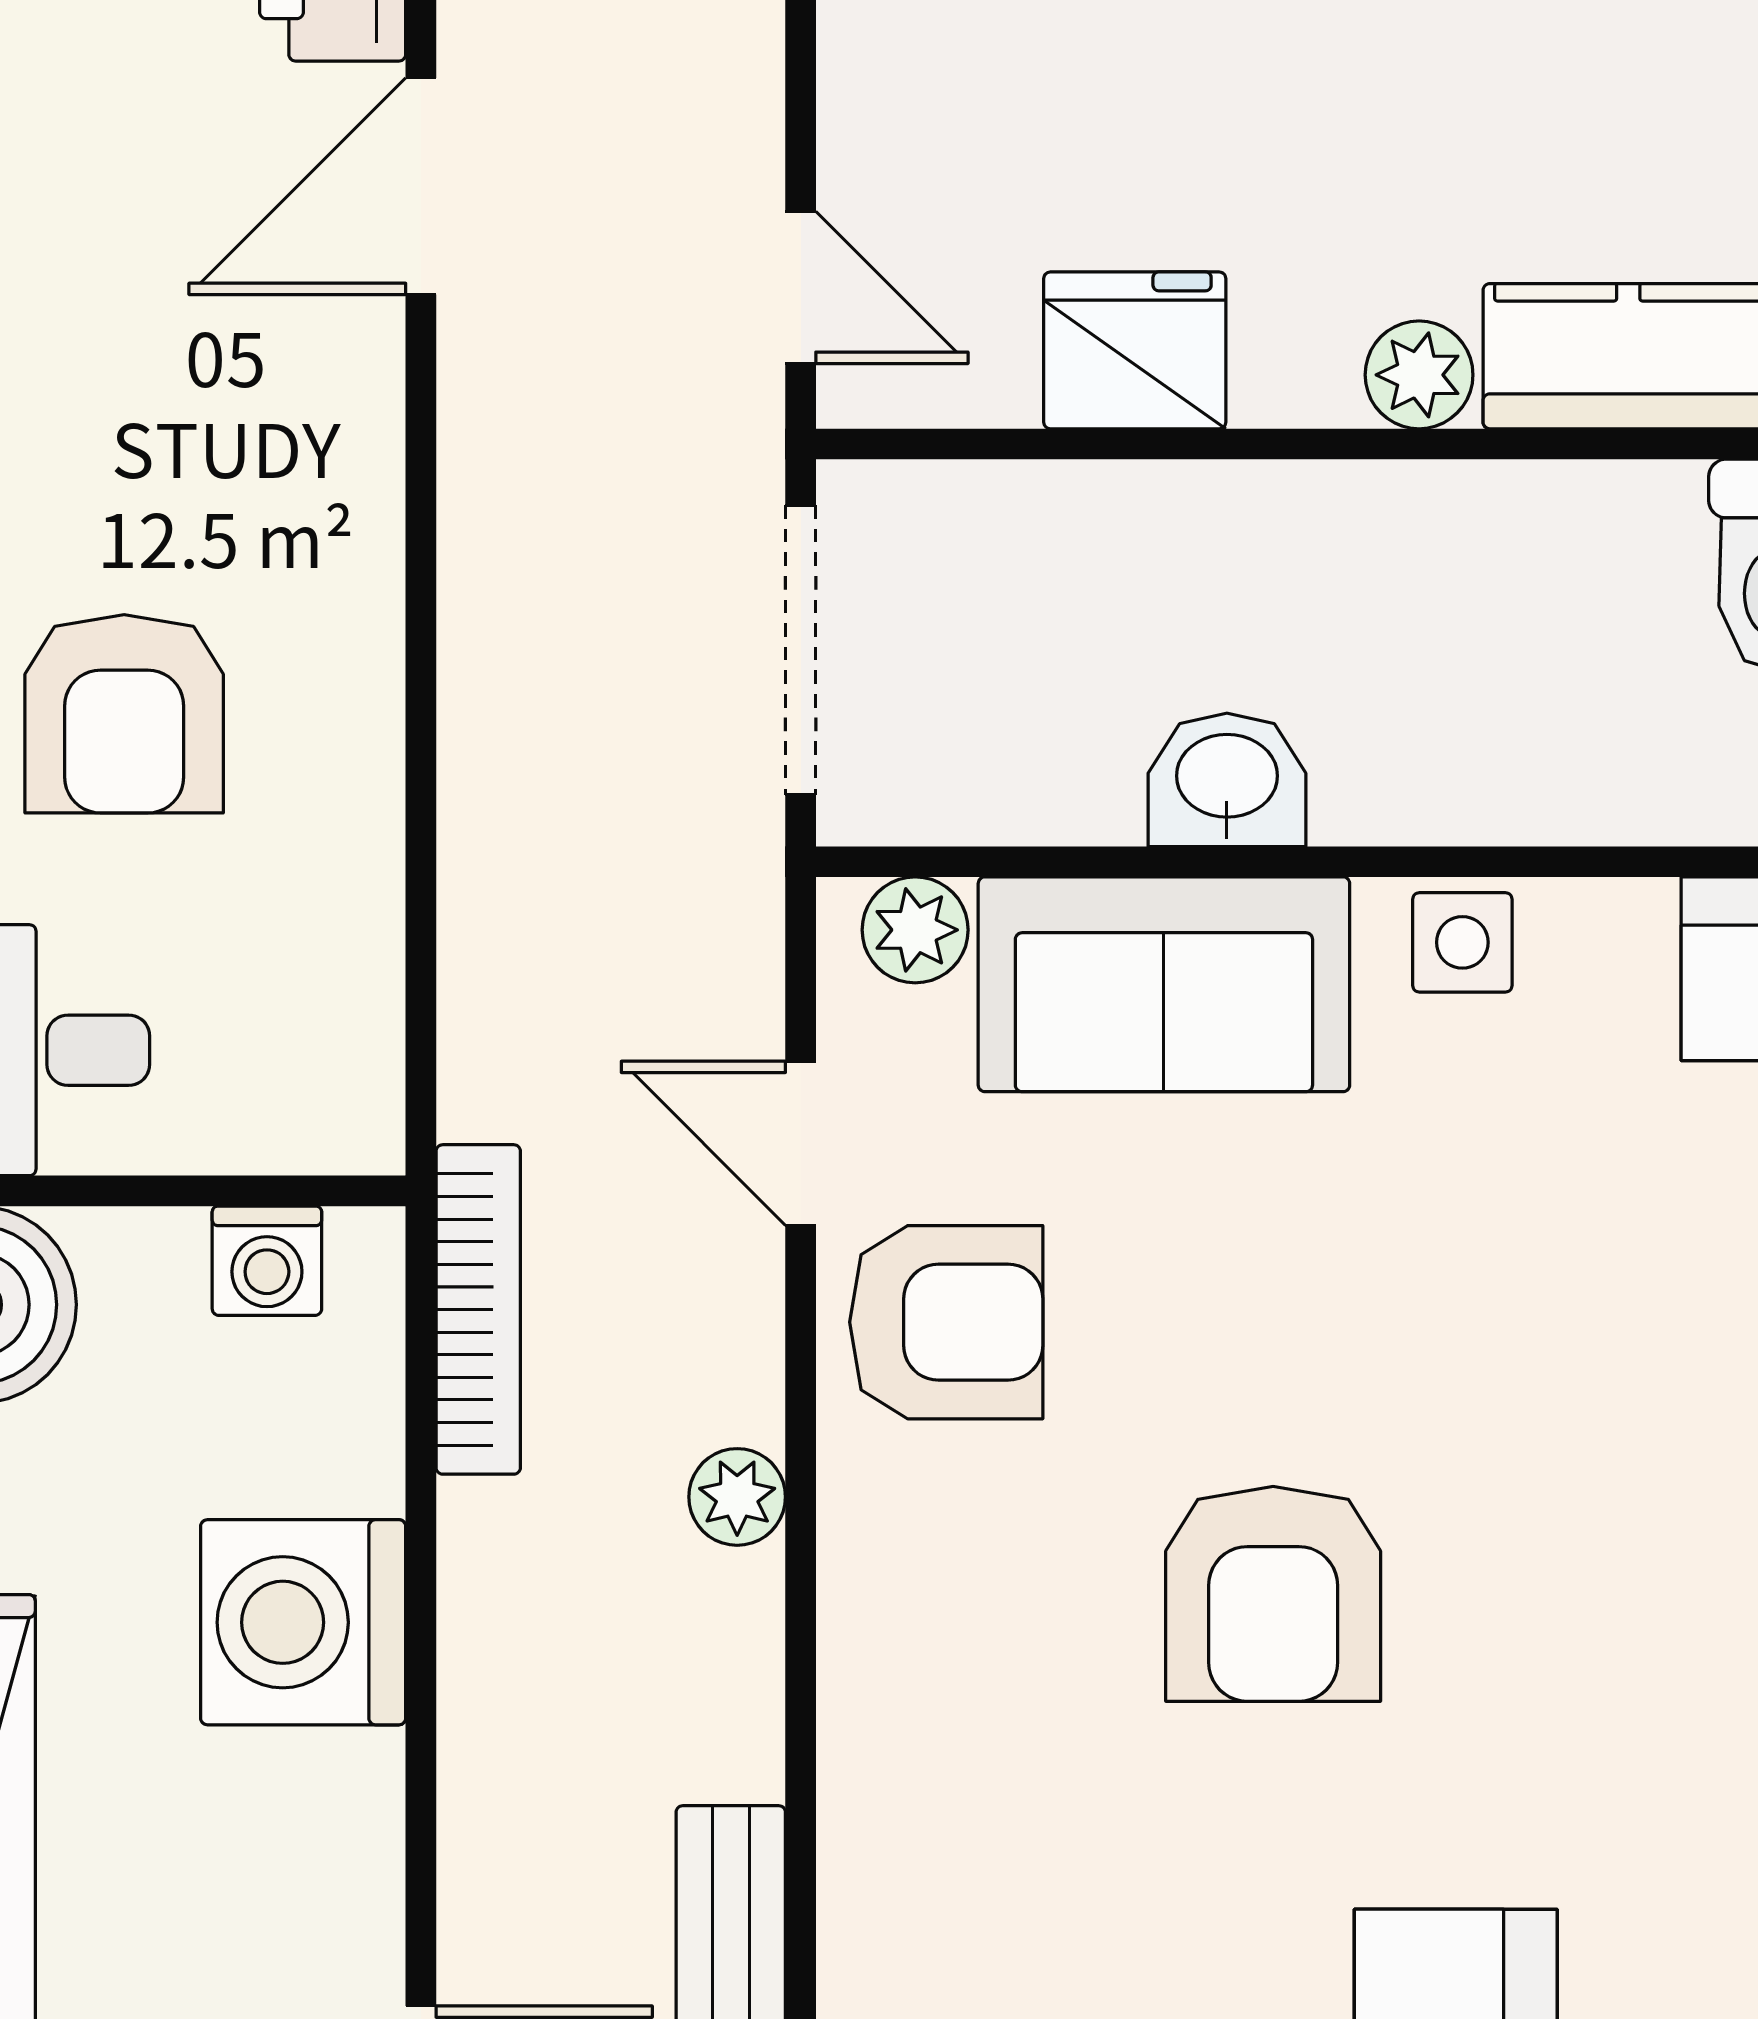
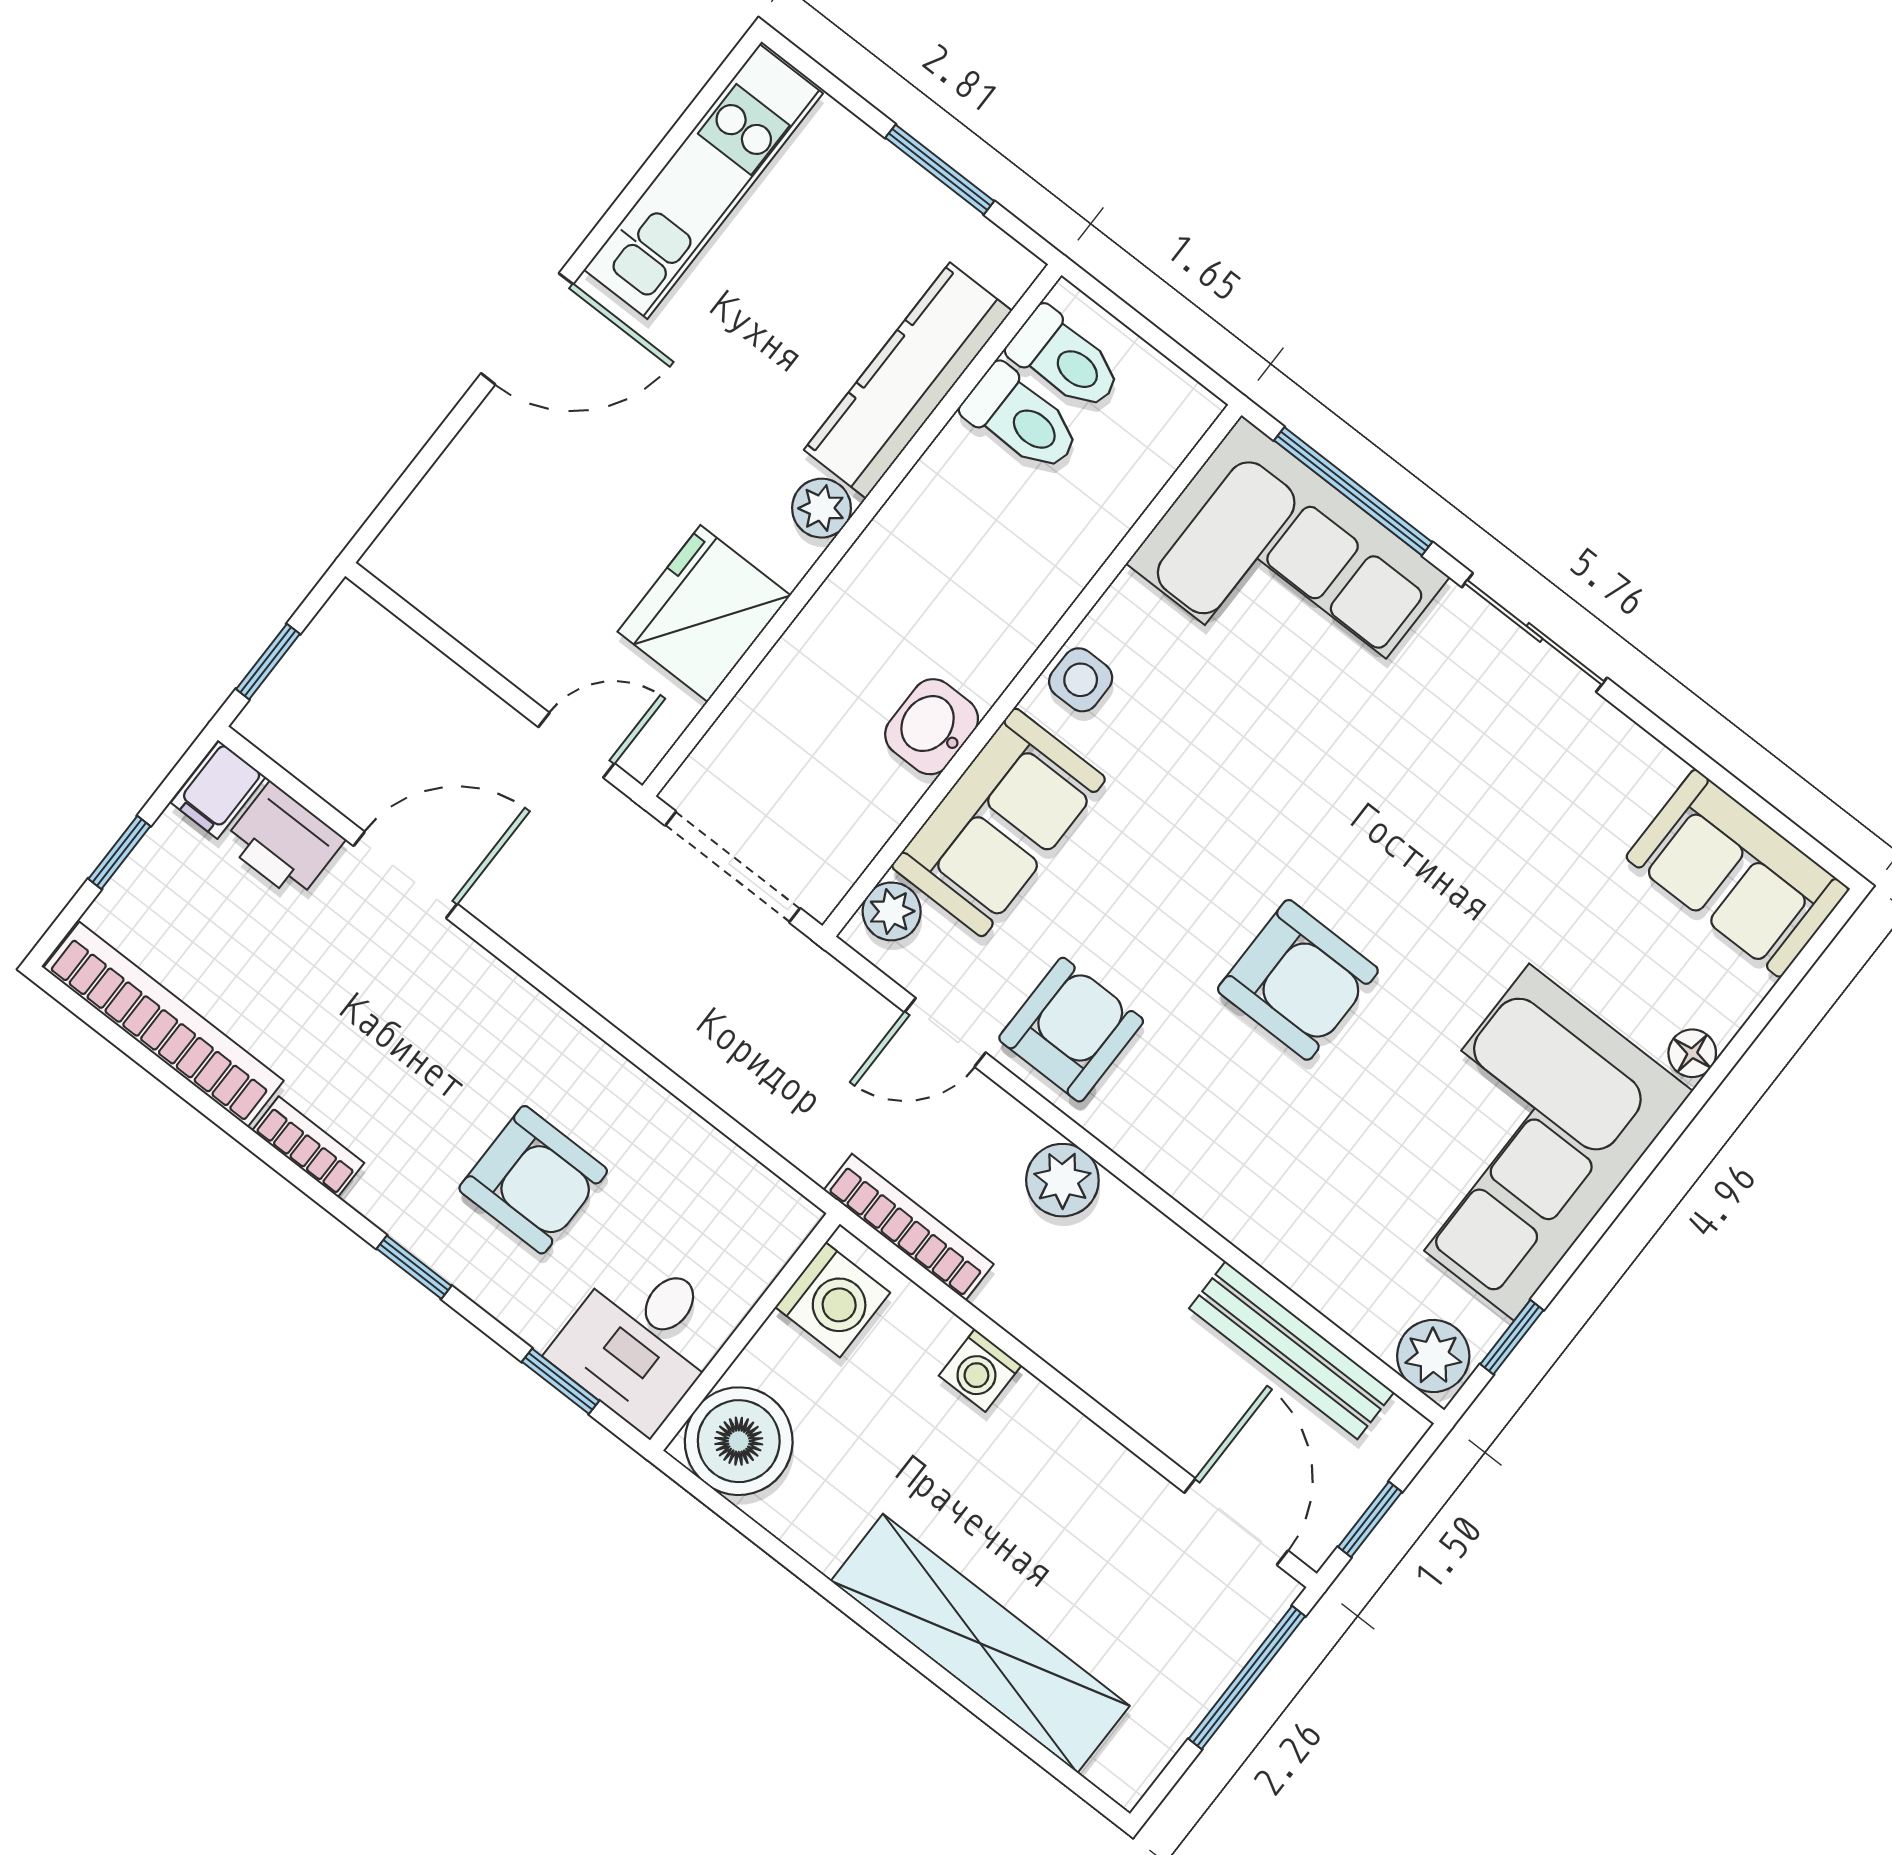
door: (421, 186) -> (405, 875), swing flipped
fridge: (1135, 350) -> (704, 613), width x1.36, depth x1.34
washing machine: (267, 1261) -> (833, 1300), width x1.38, depth x1.38
plant: (737, 1497) -> (1062, 1180), width x1.38, depth x1.38
washing machine: (303, 1622) -> (980, 1370), width x0.53, depth x0.53

